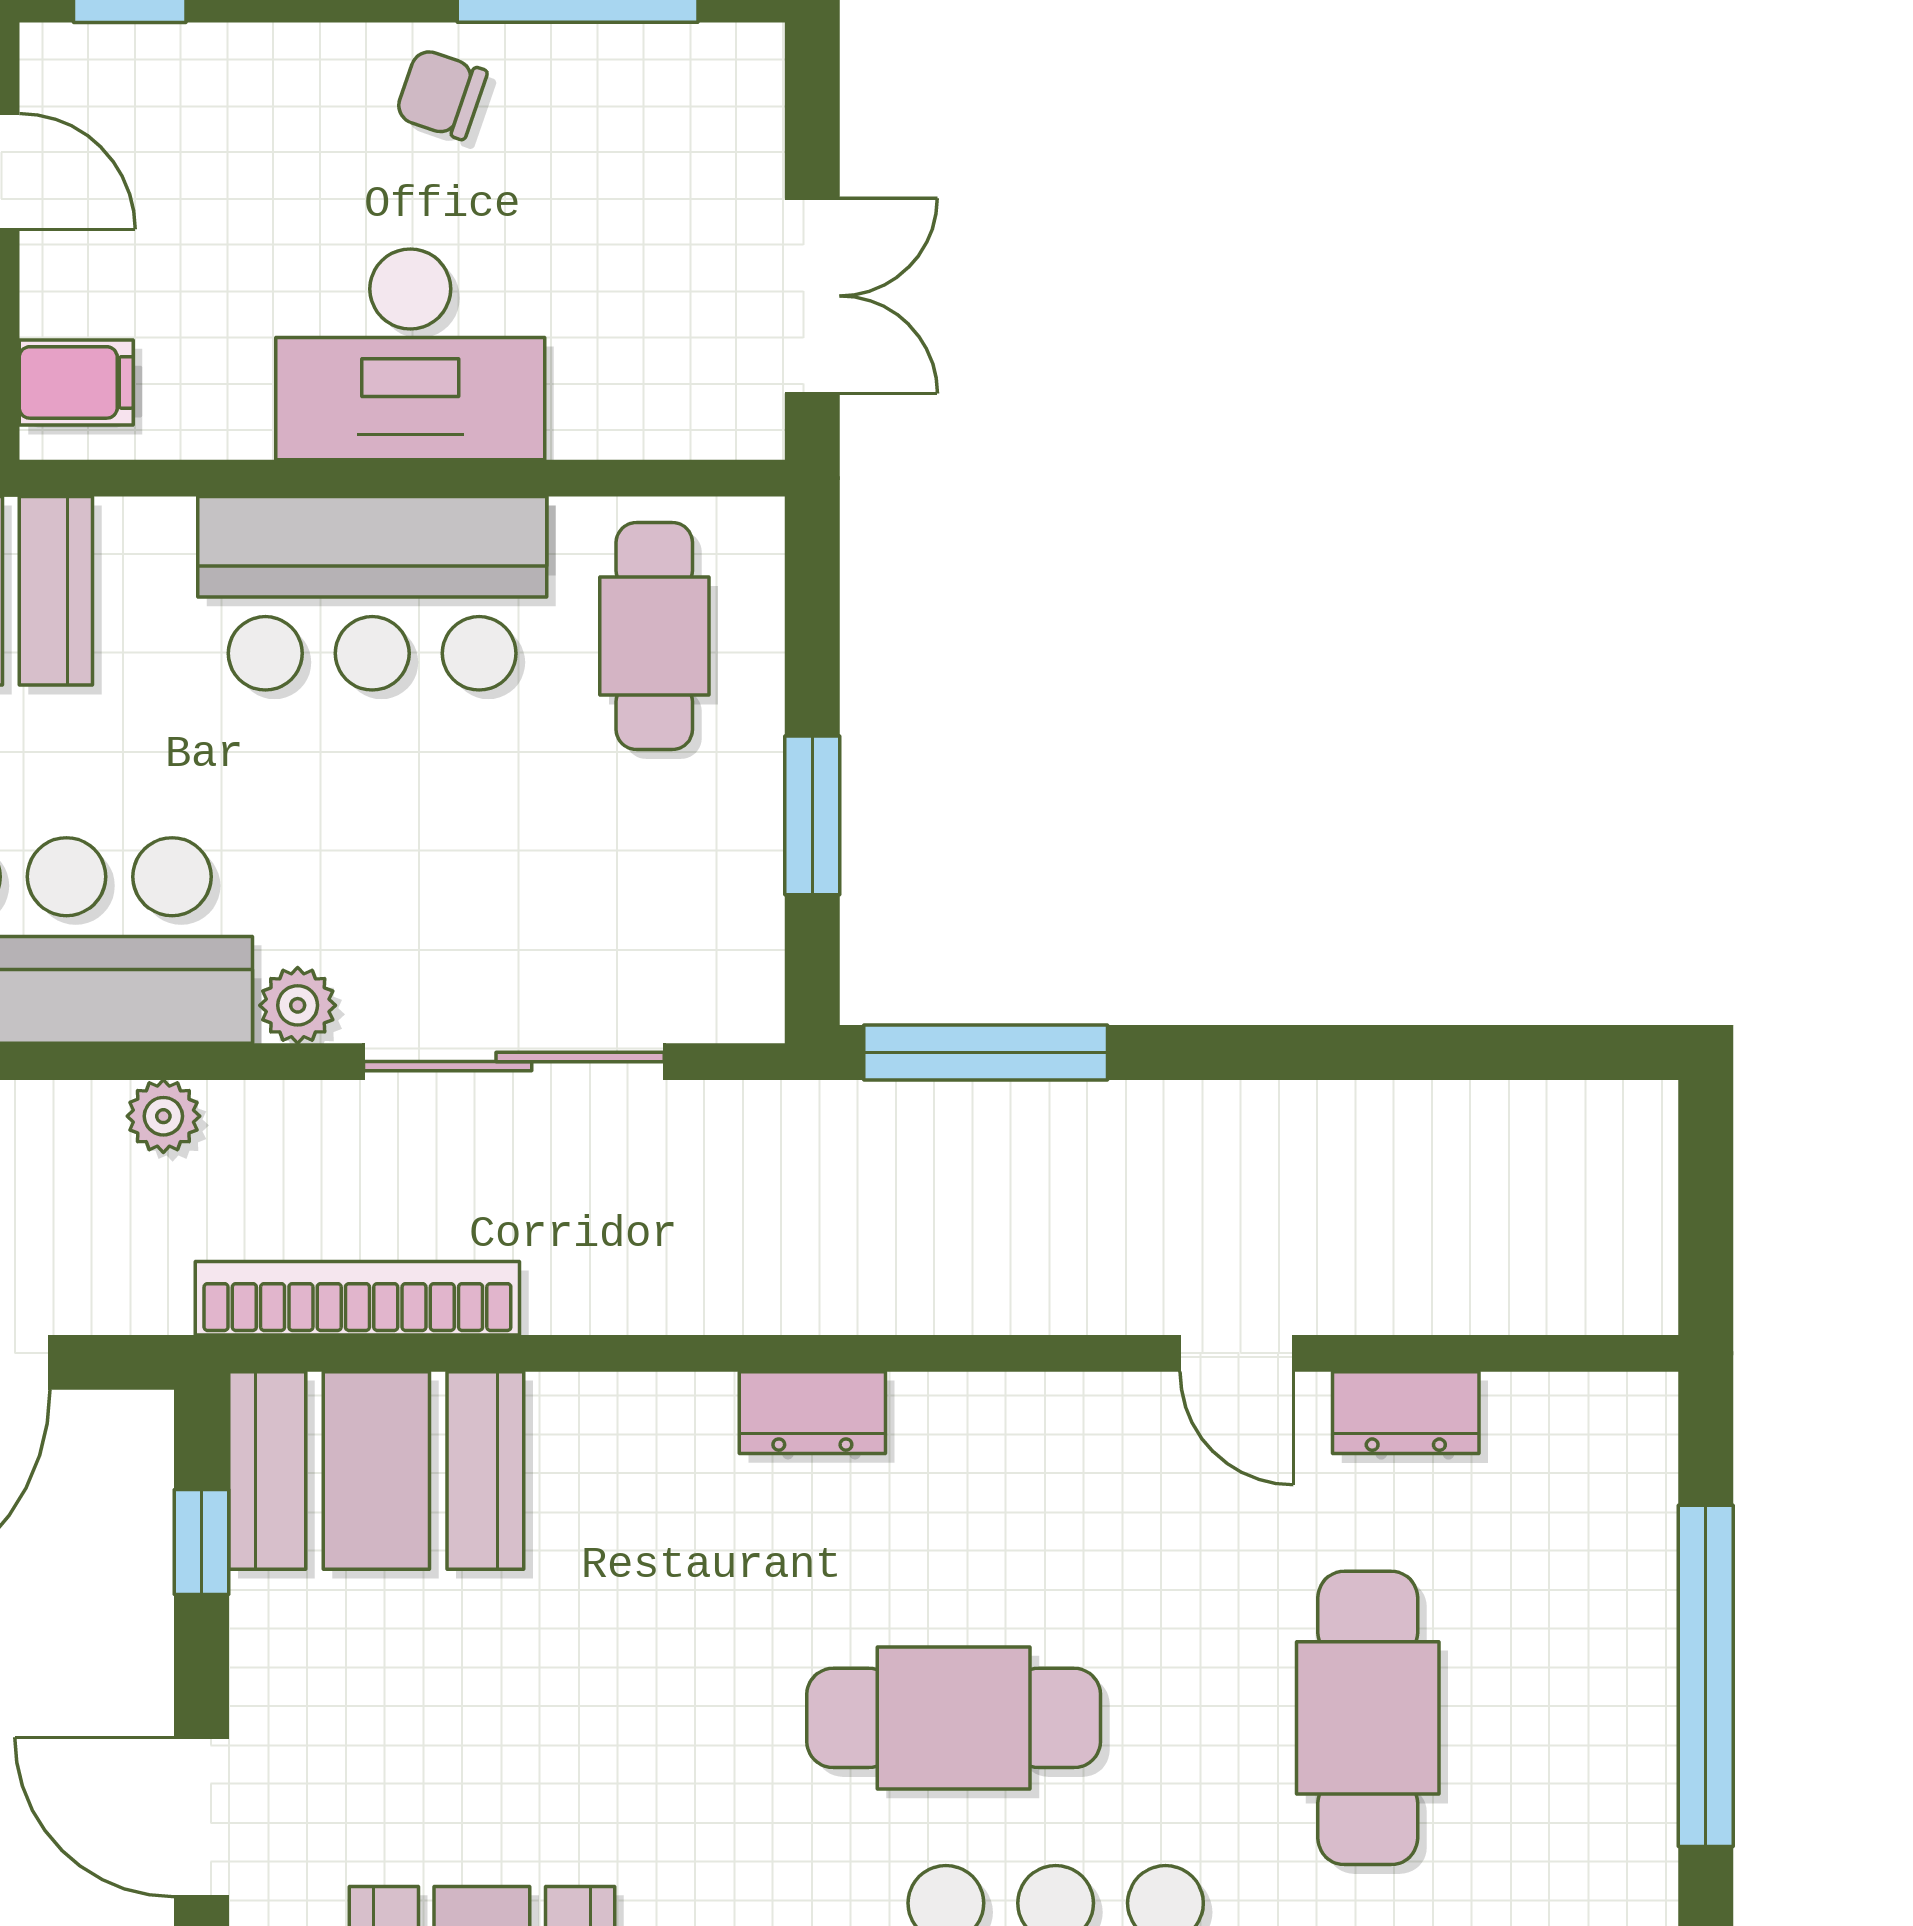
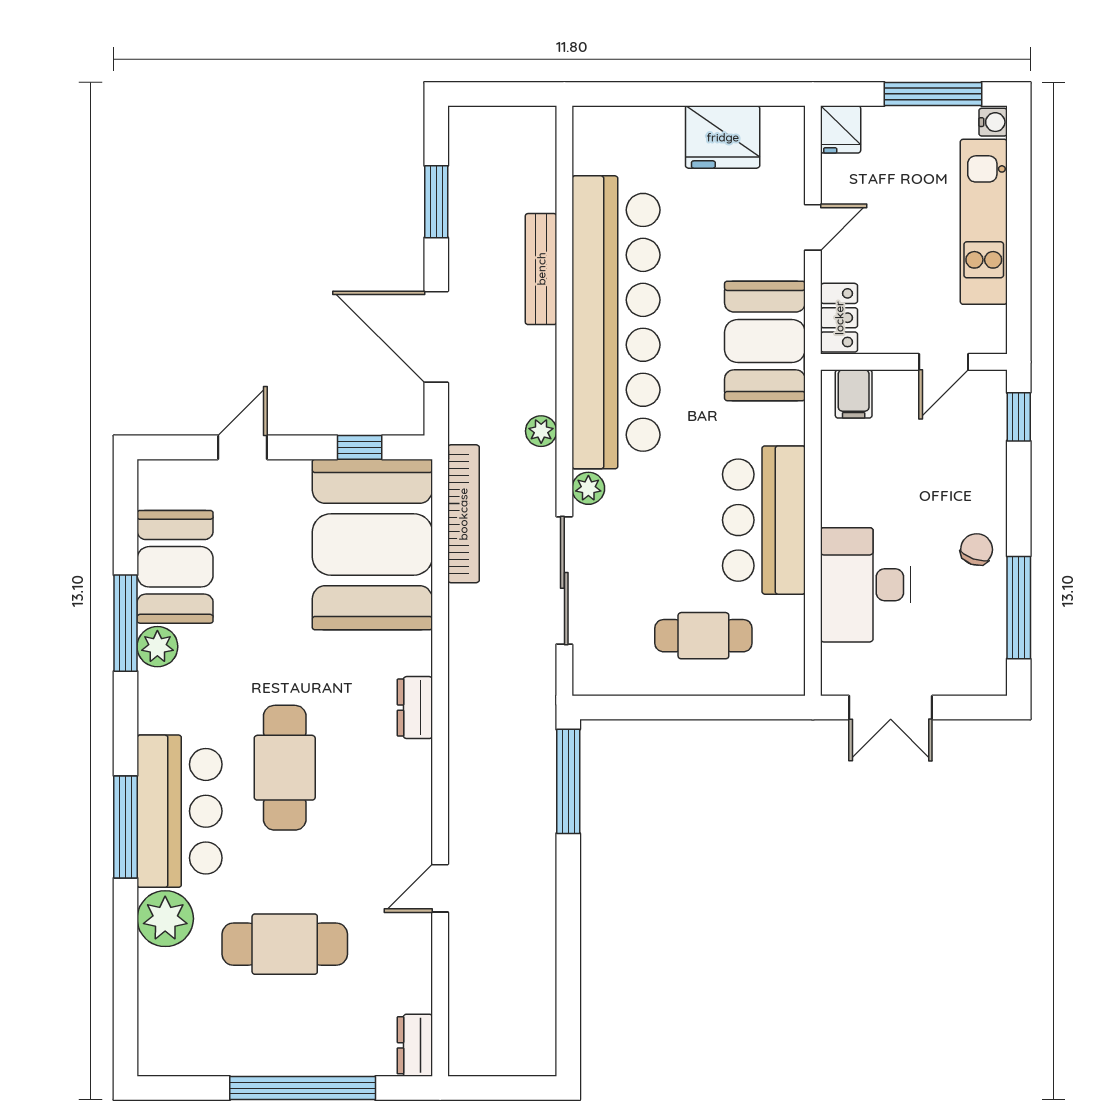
desk: (410, 354) -> (866, 585), moved
cafe table: (654, 636) -> (703, 636), moved
window: (812, 815) -> (669, 708), removed
dresser: (1406, 1413) -> (415, 1045), moved
booth: (376, 1470) -> (372, 544), width x1.36, depth x1.42
door: (202, 1817) -> (242, 447), width x0.73

